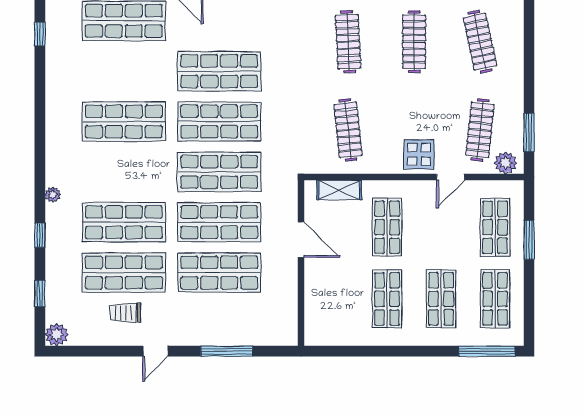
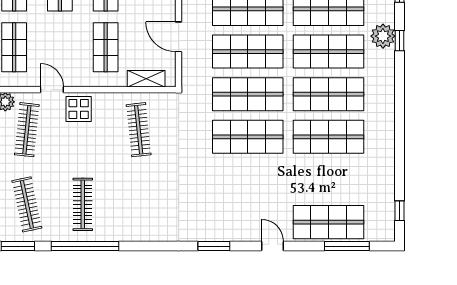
clothes rail: (348, 42) -> (139, 204), removed
shop shelf: (219, 71) -> (329, 94), moved
door: (450, 177) -> (52, 90), hinge flipped
plant: (53, 195) -> (383, 36), moved, width x1.88, depth x1.88

